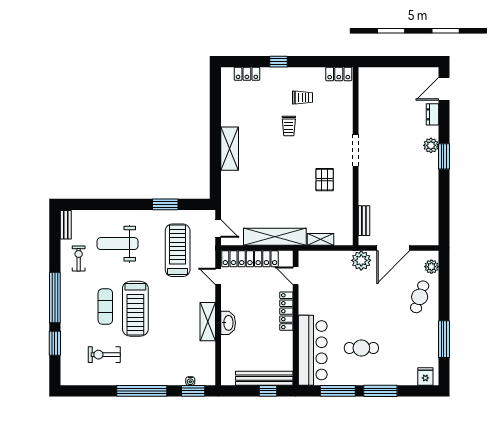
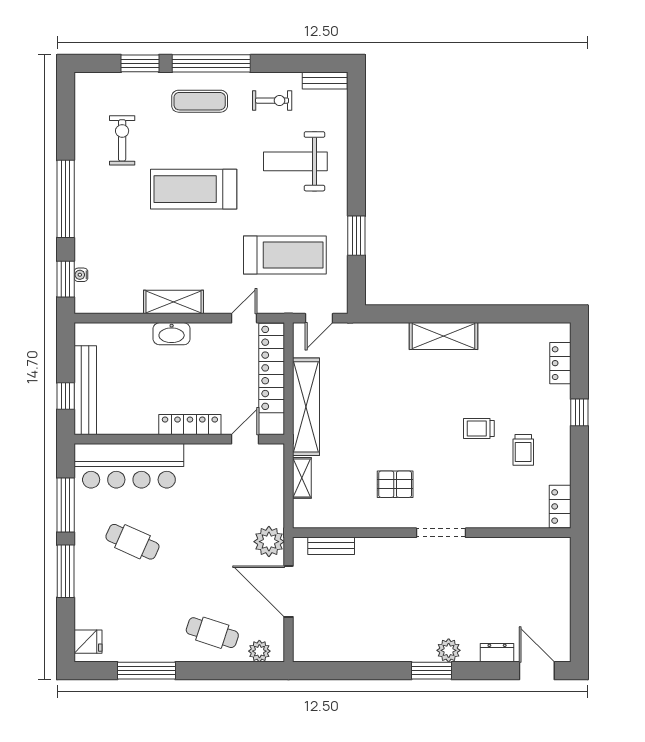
weight bench: (118, 244) -> (295, 161), turned -90
exercise mat: (105, 307) -> (200, 101), moved
cafe table: (361, 348) -> (132, 542), turned -66

